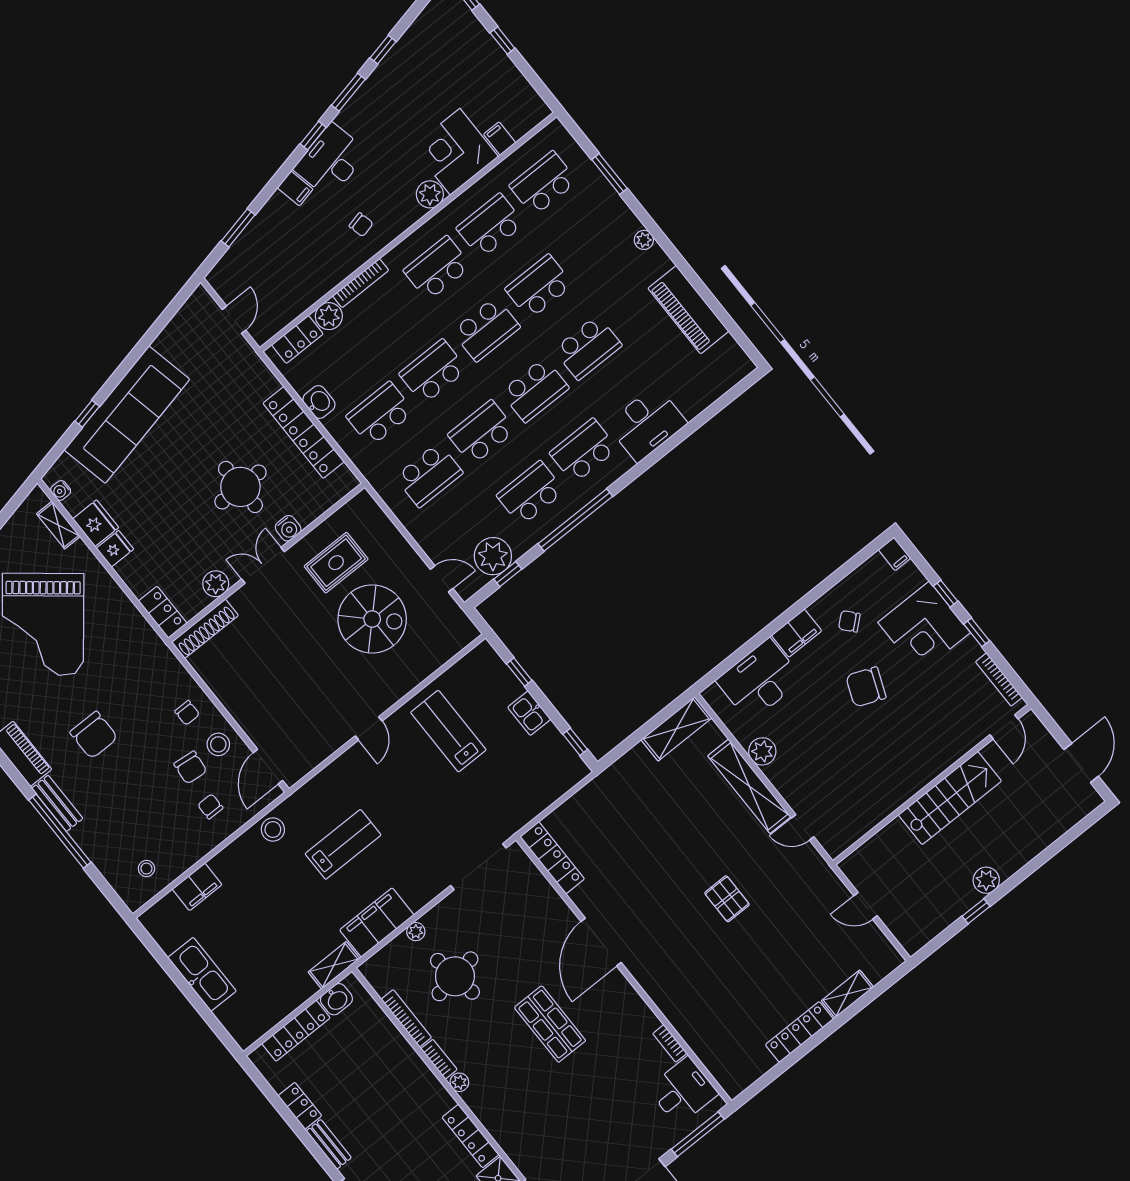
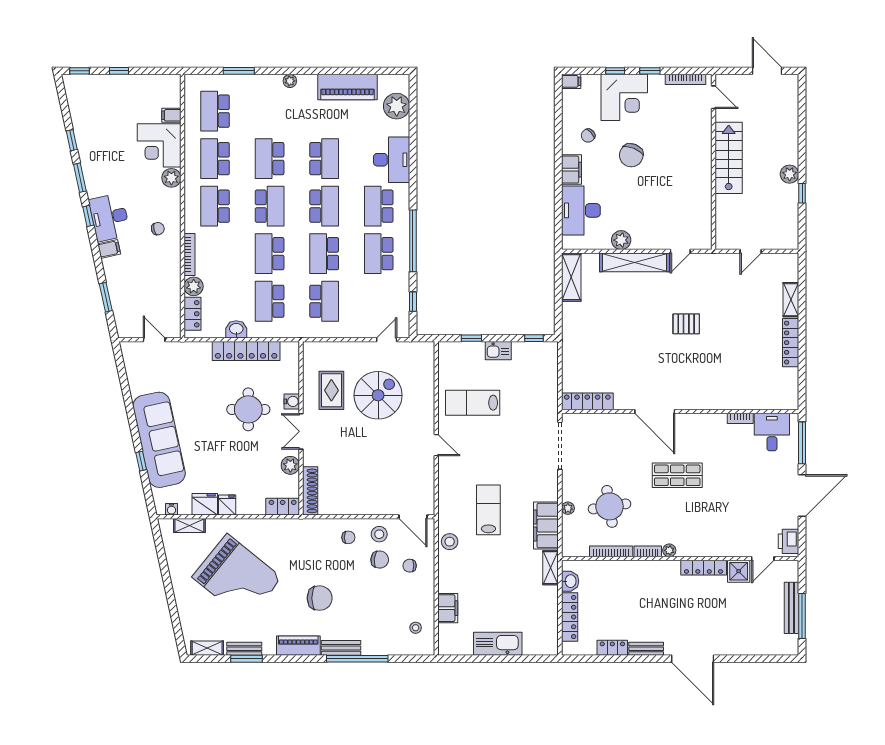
plant: (493, 556) -> (397, 106), moved

